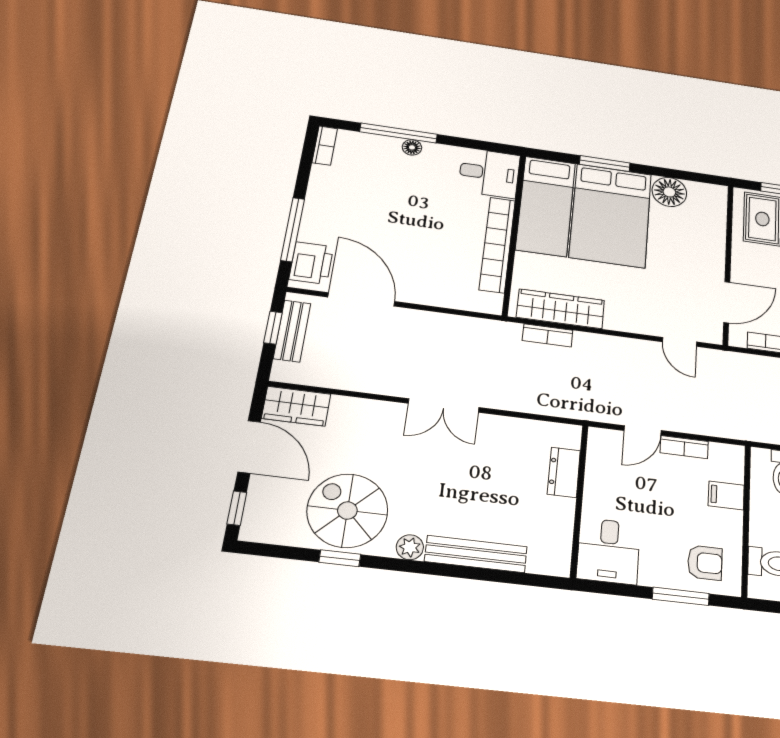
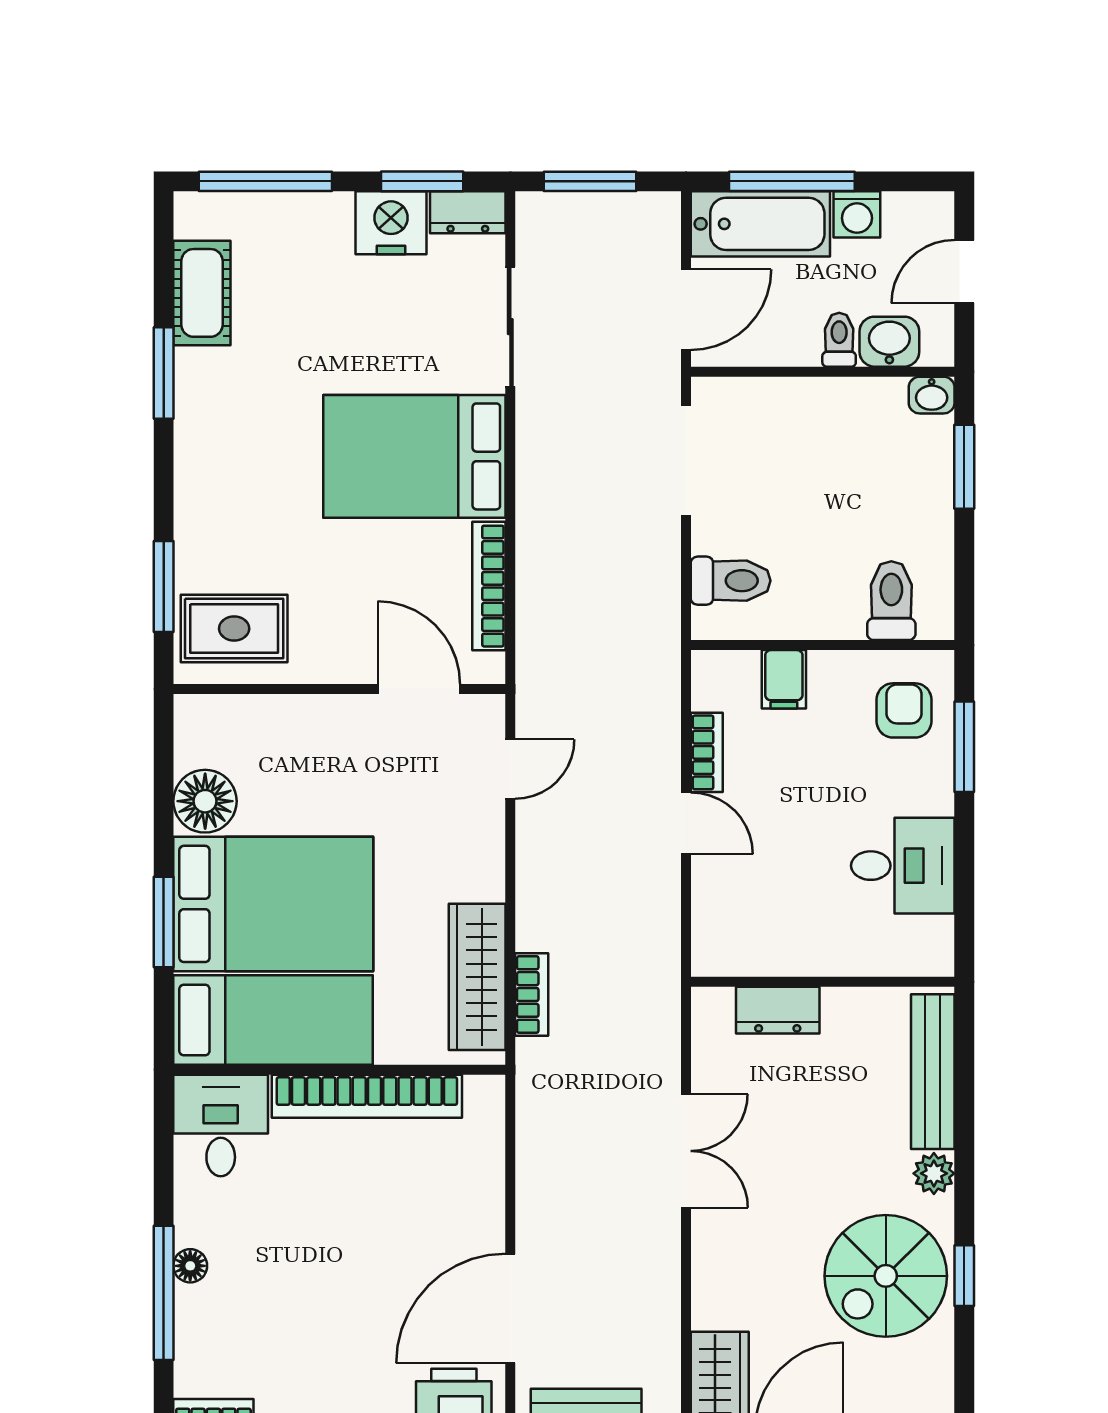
dresser: (564, 472) -> (778, 1010), moved
wall: (579, 500) -> (823, 982), moved

